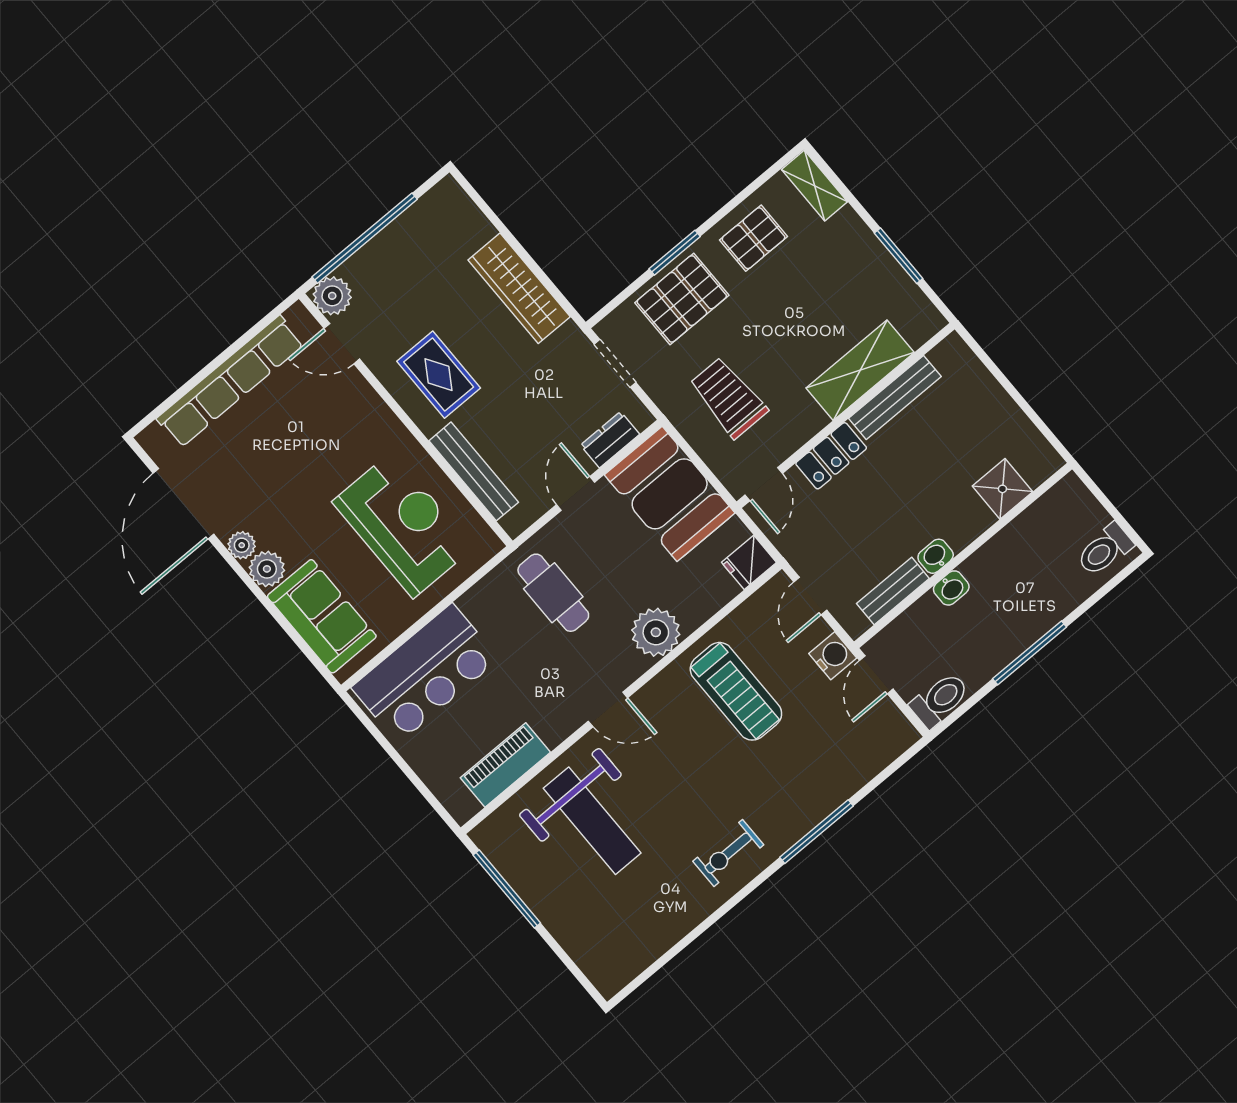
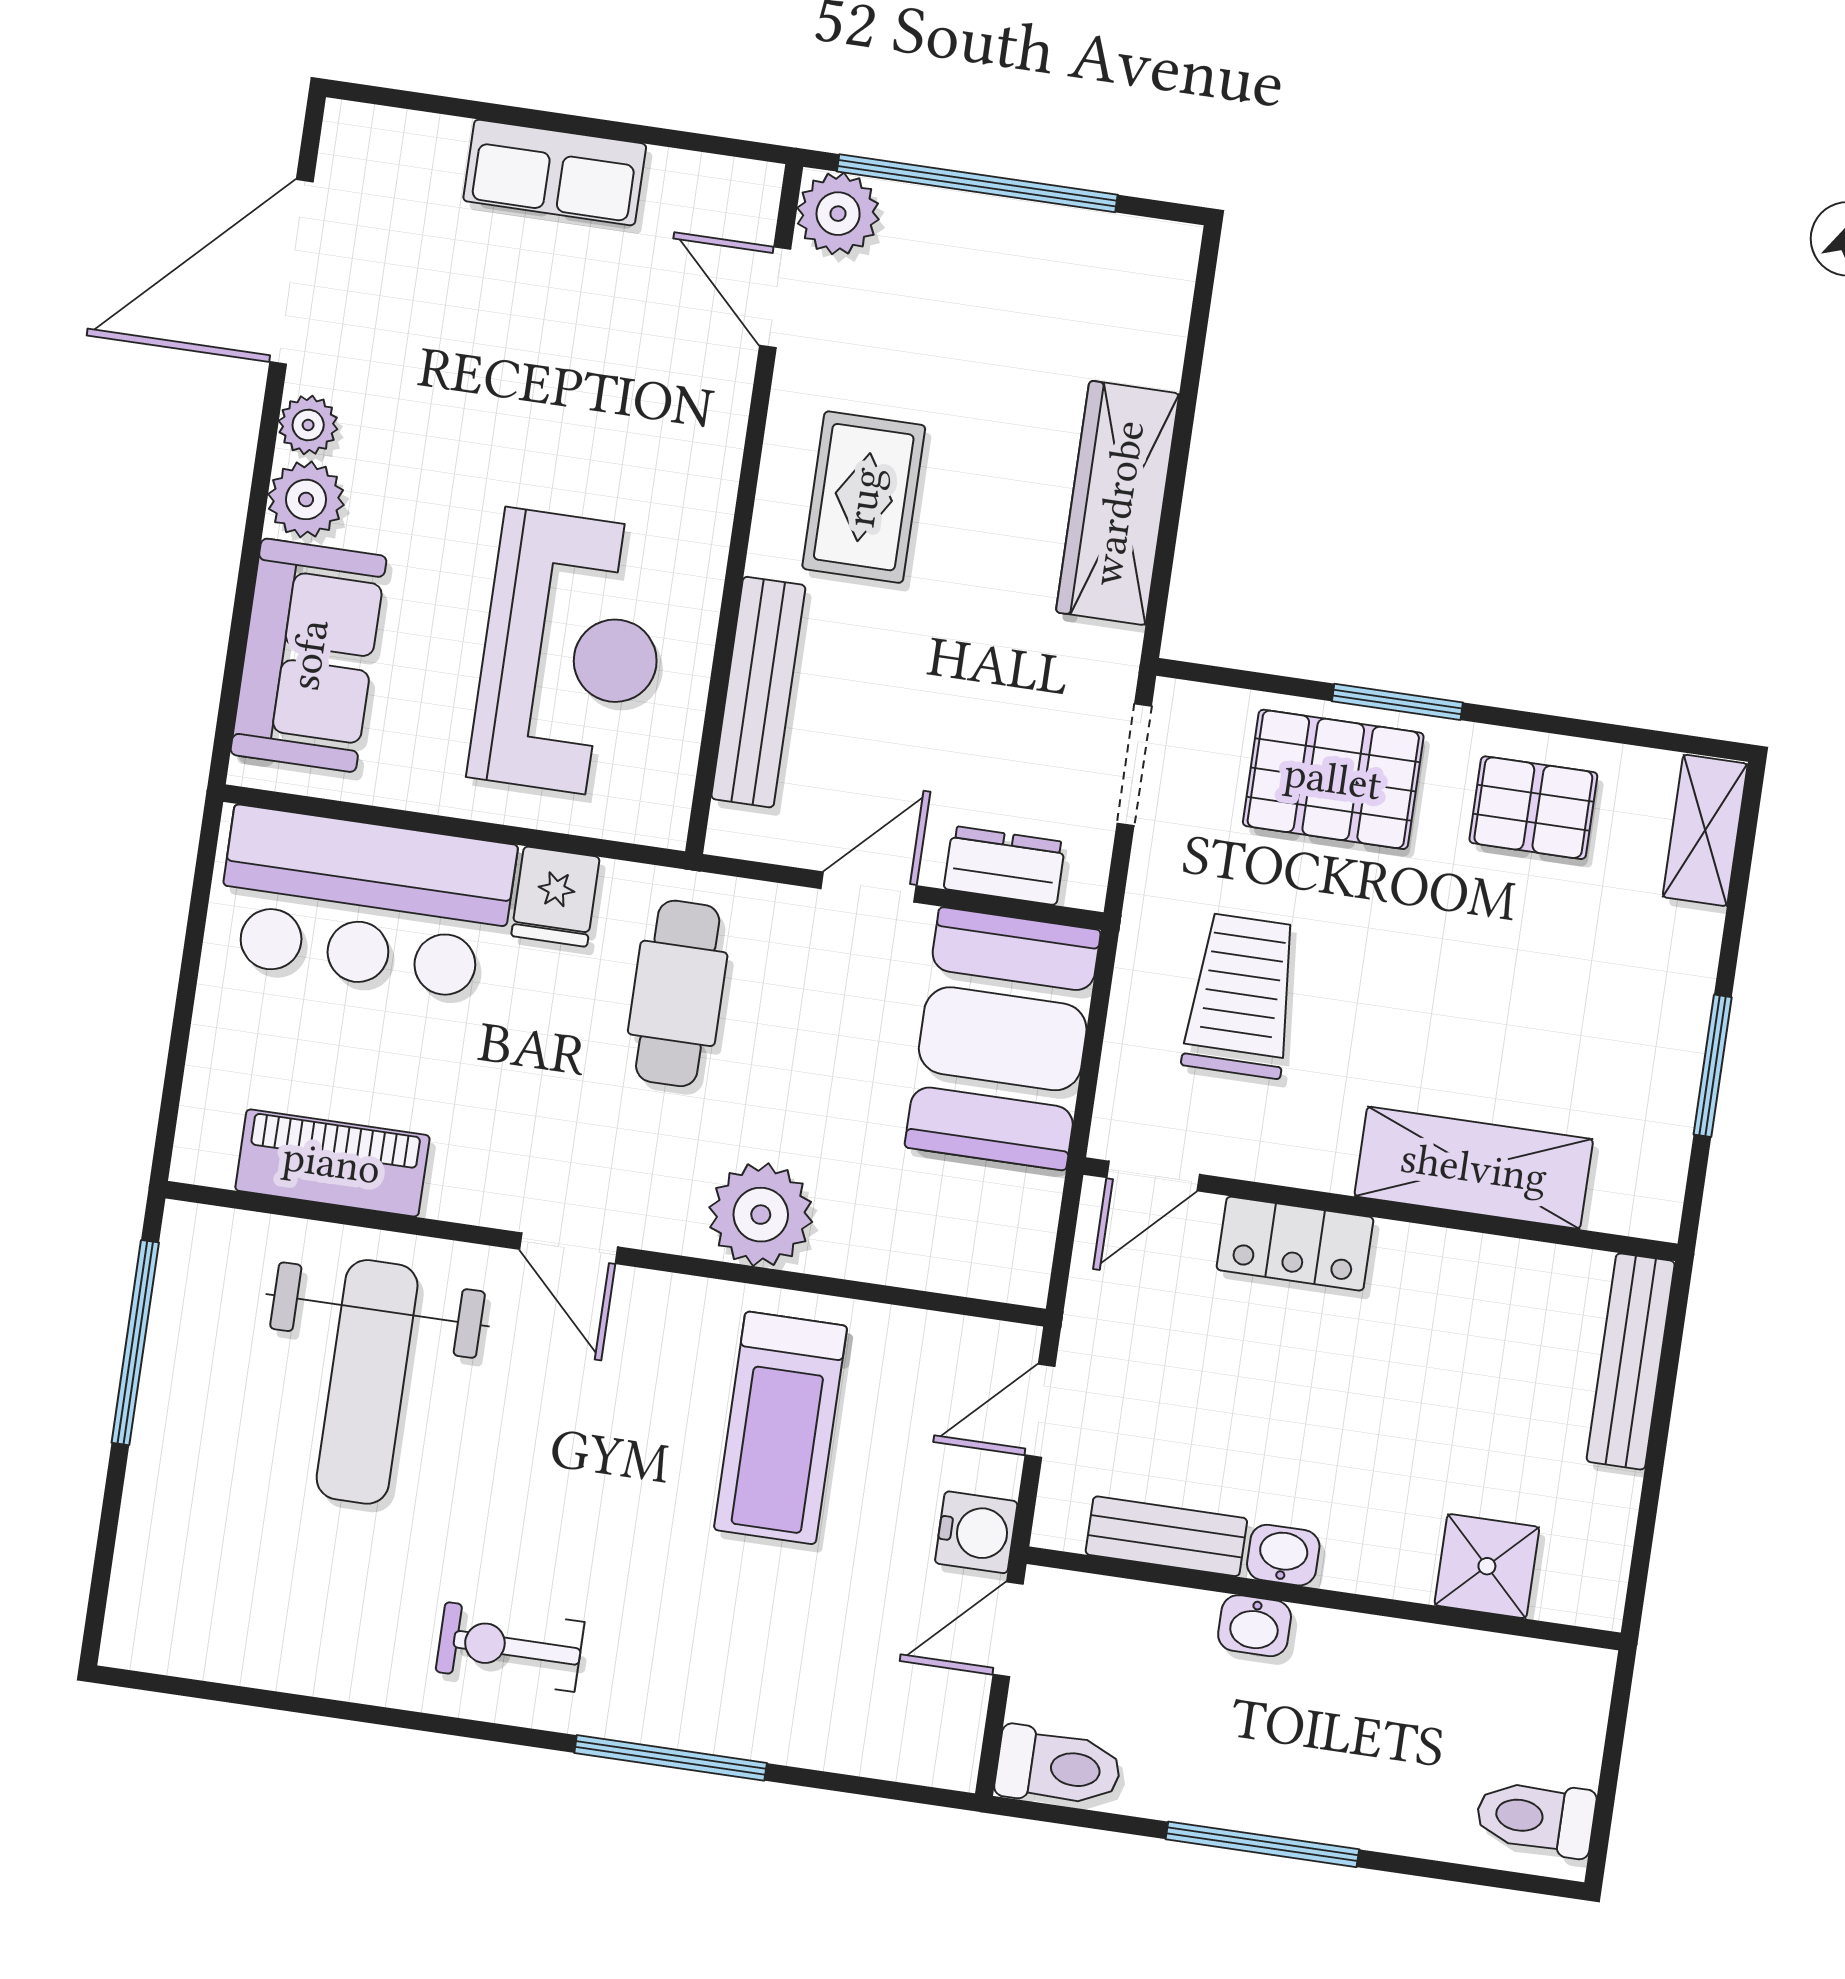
row of seats: (230, 381) -> (555, 172), width x0.50
bench: (895, 397) -> (1631, 1361), moved, turned 90
fridge: (749, 562) -> (555, 897), moved, turned -90

